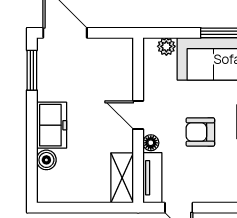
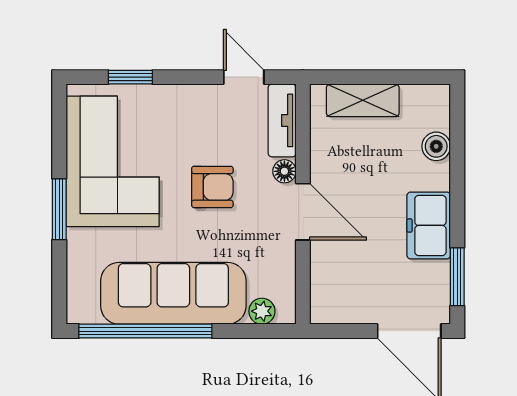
door: (138, 115) -> (303, 212), width x1.38
freezer: (52, 125) -> (429, 225), moved
shelving: (122, 178) -> (363, 100), moved, turned 90

